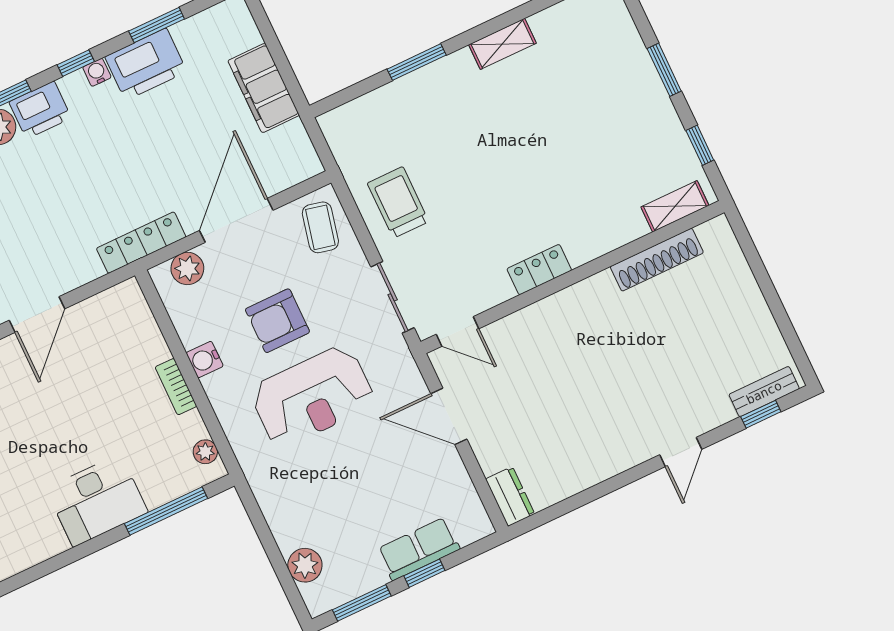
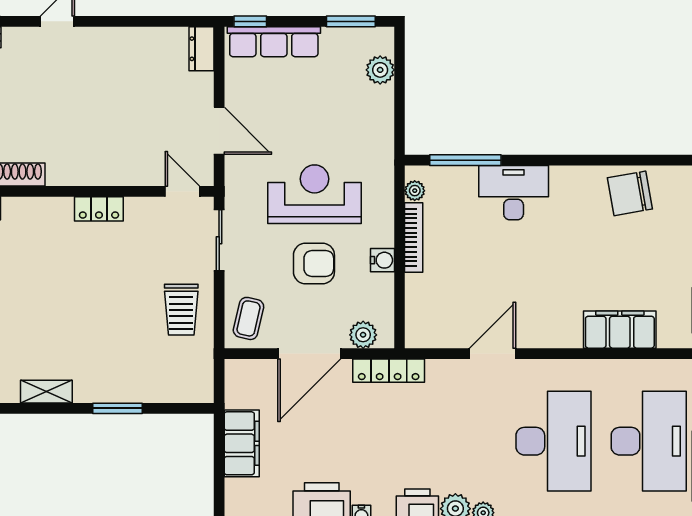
bookcase: (176, 387) -> (414, 237), width x1.56
row of seats: (419, 549) -> (274, 42), width x1.48
window: (424, 573) -> (250, 21), moved

